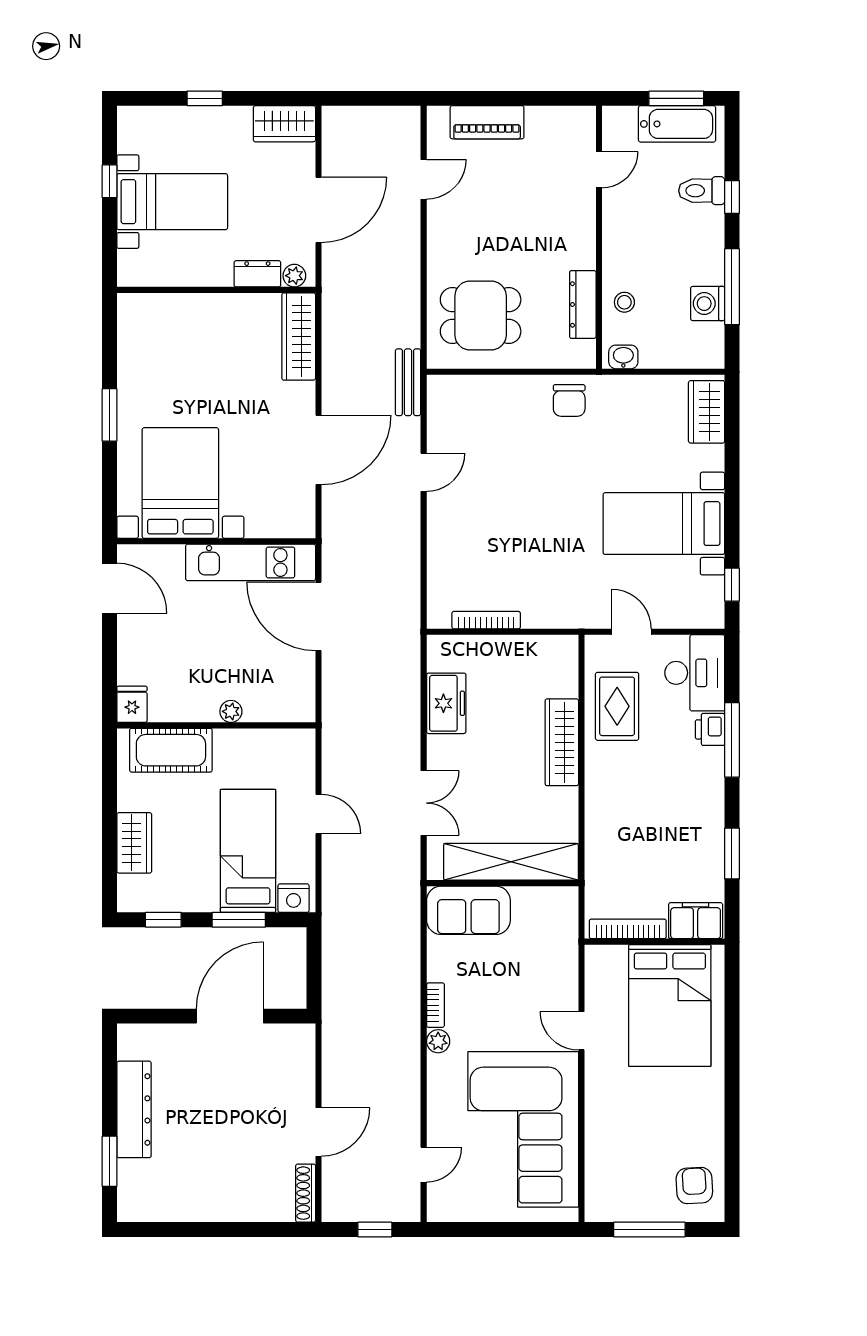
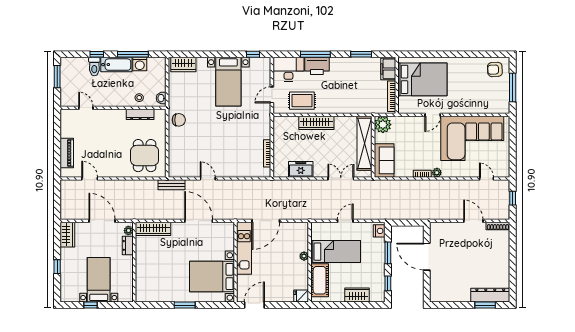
bathtub: (677, 124) -> (116, 65), moved, turned 90
printer: (710, 729) -> (317, 66), width x1.87, depth x1.48
bed: (248, 851) -> (336, 252), moved, turned 180
plant: (558, 907) -> (383, 125), added
dresser: (134, 1109) -> (490, 295), moved

